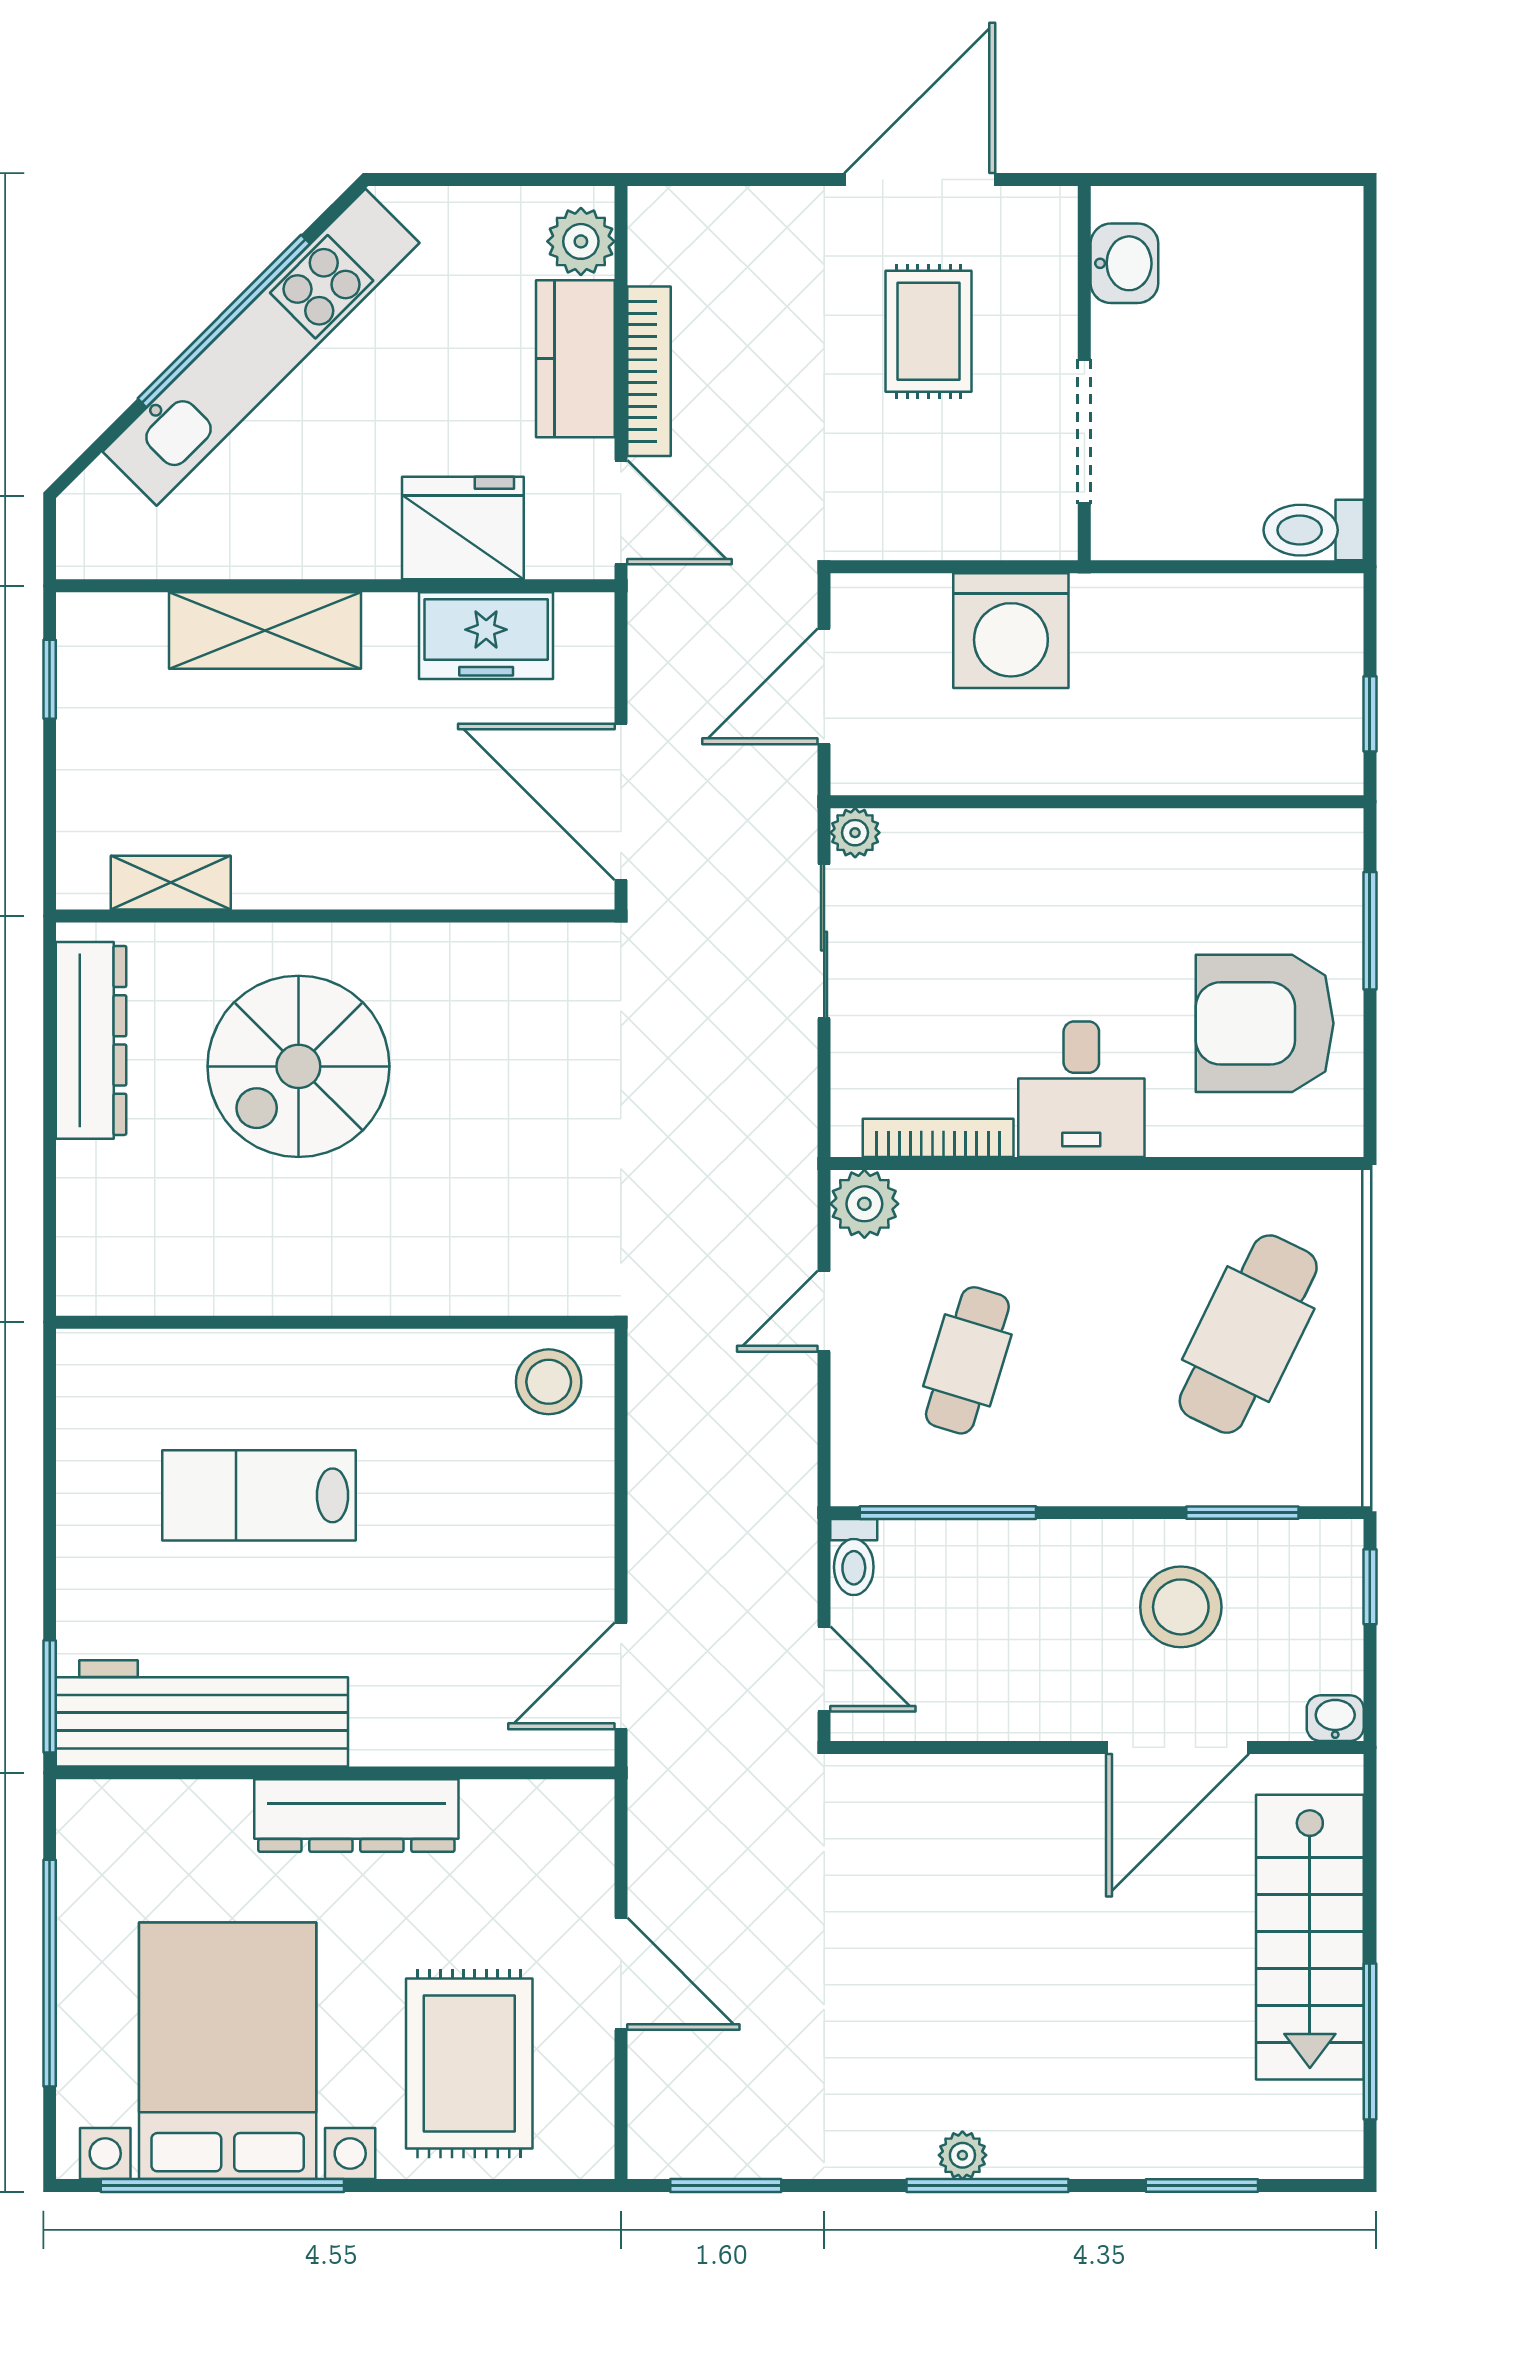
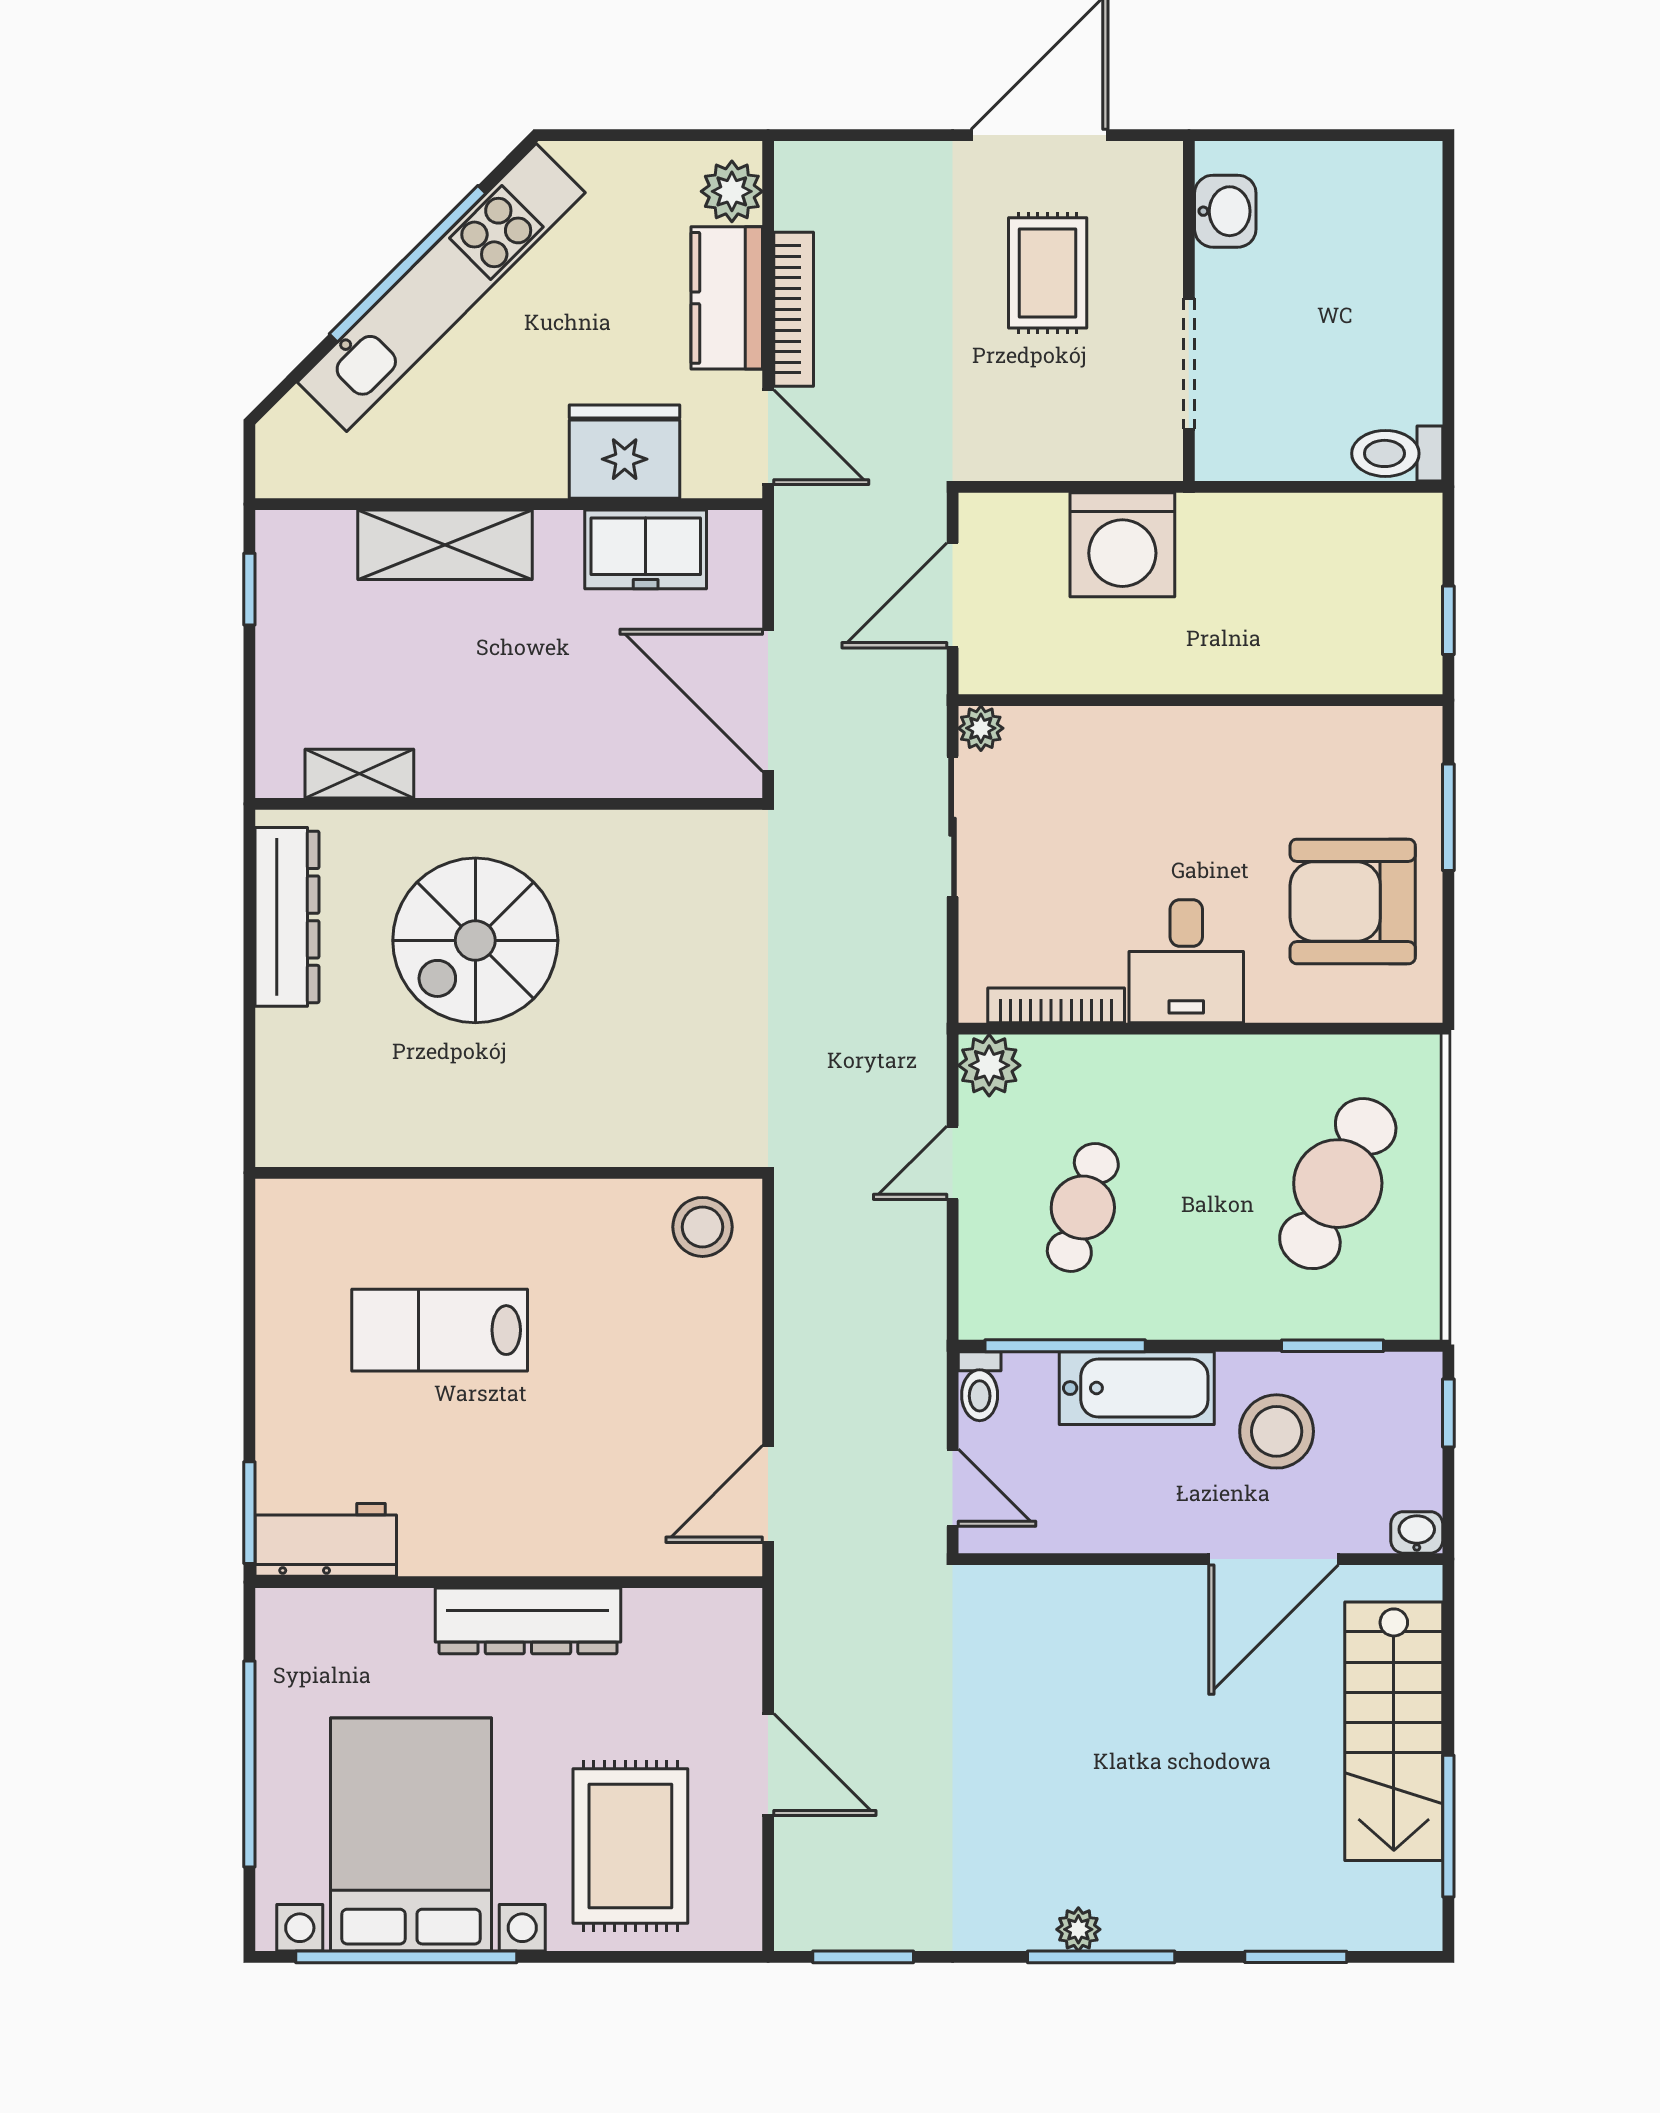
bathtub: (1027, 1559) -> (1137, 1388), added
workbench: (202, 1713) -> (326, 1540), width x0.53, depth x0.76

